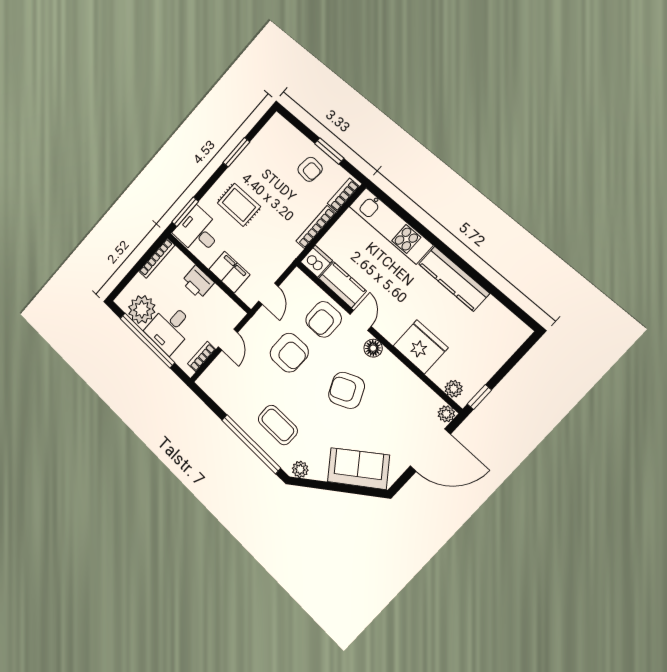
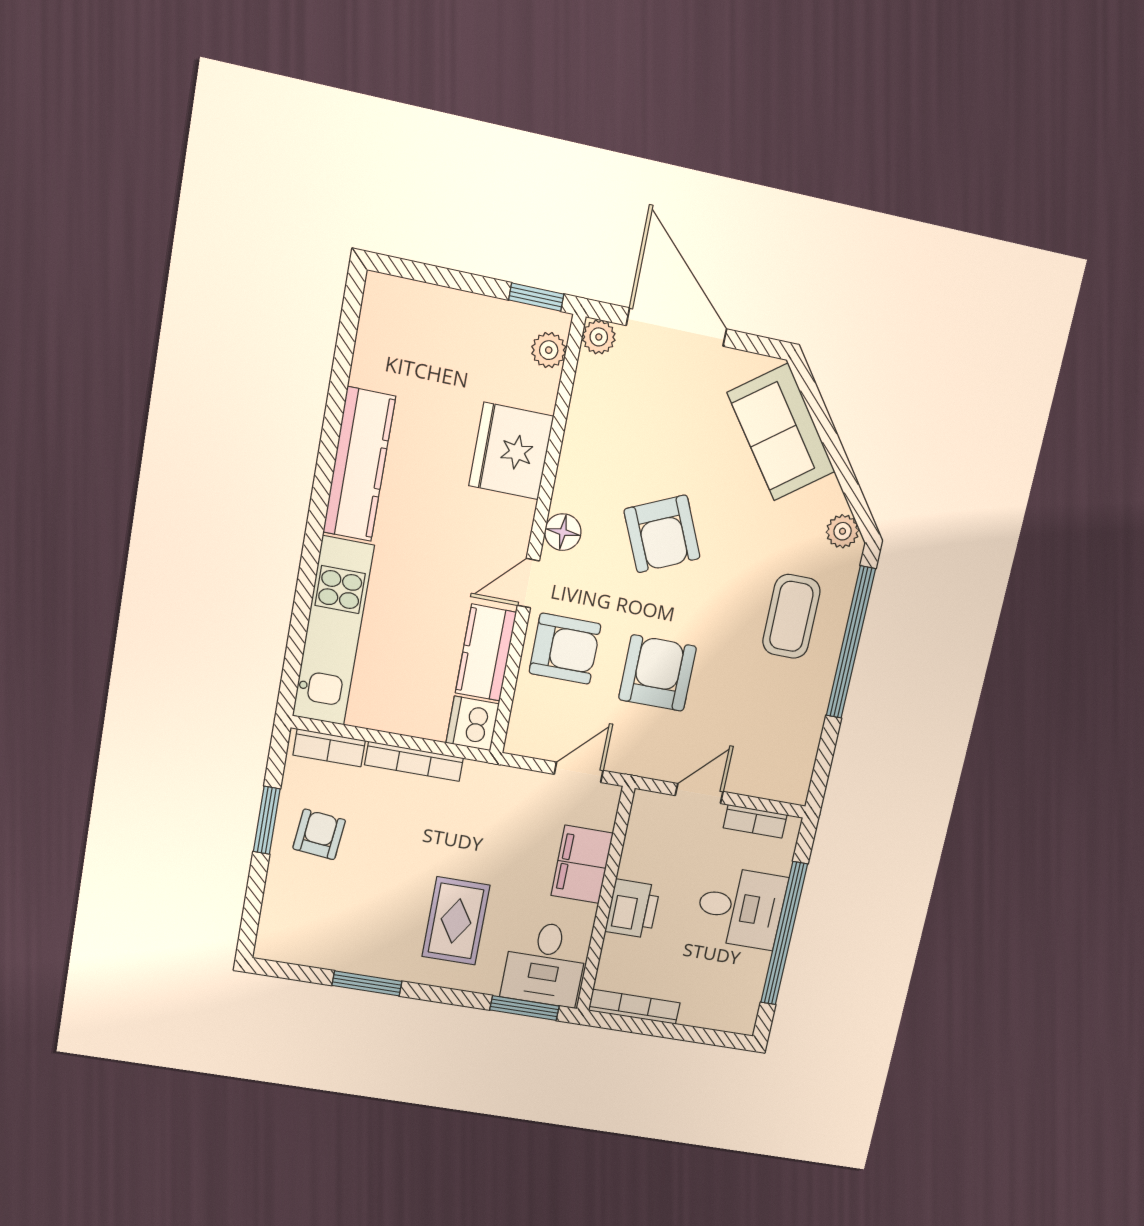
plant: (142, 309) -> (737, 977), removed

